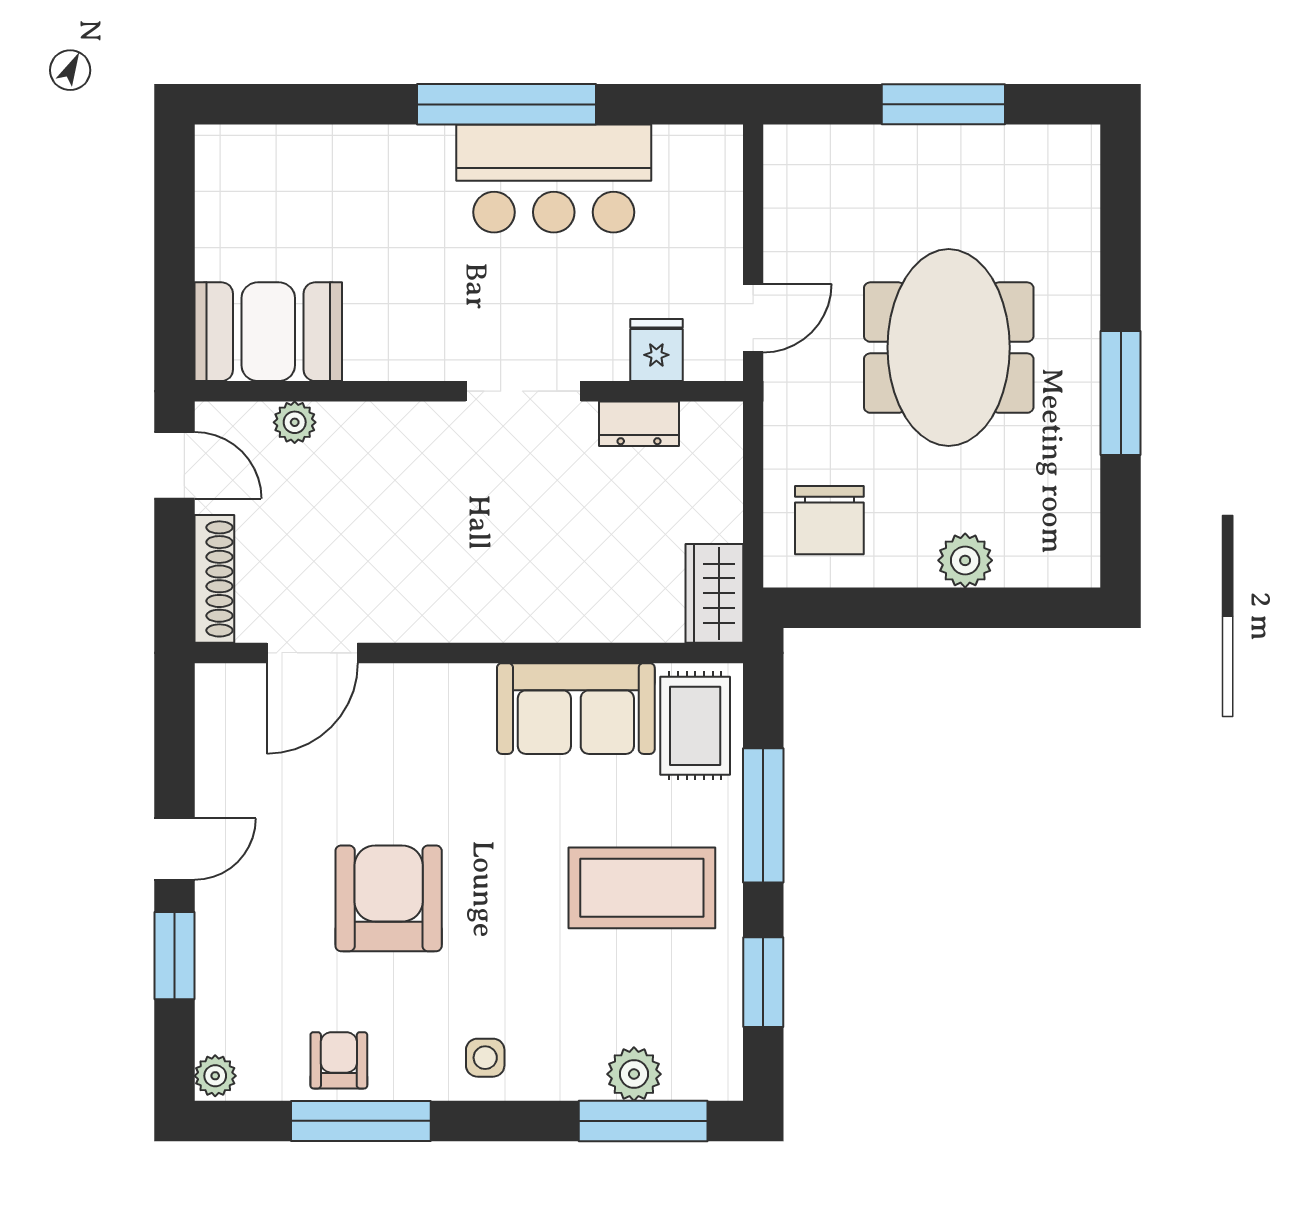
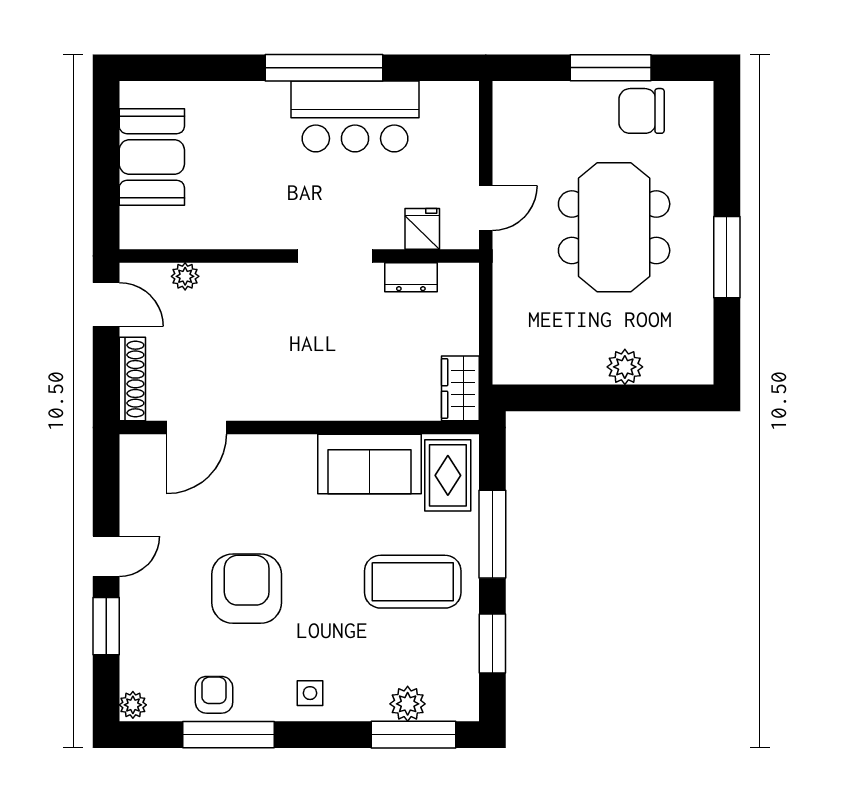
booth: (268, 332) -> (152, 157), moved, turned 90
chair: (829, 520) -> (642, 111), moved, turned 90

